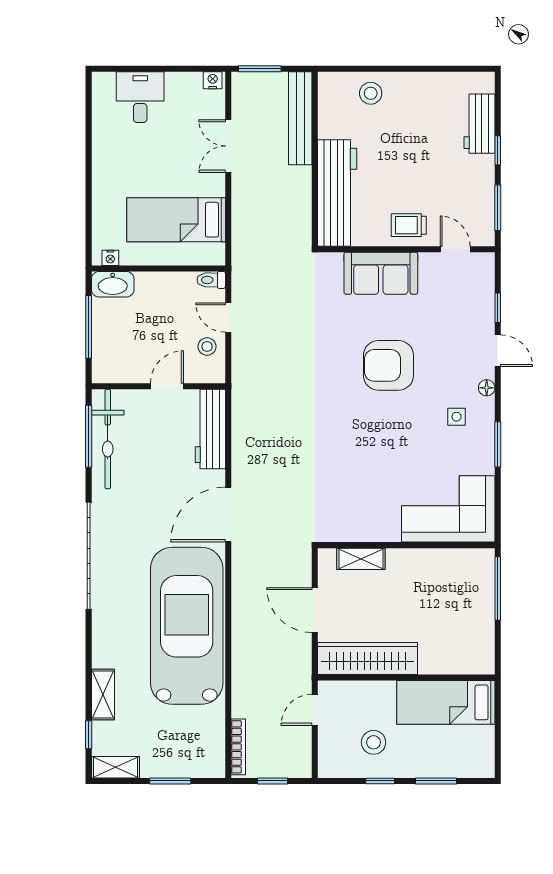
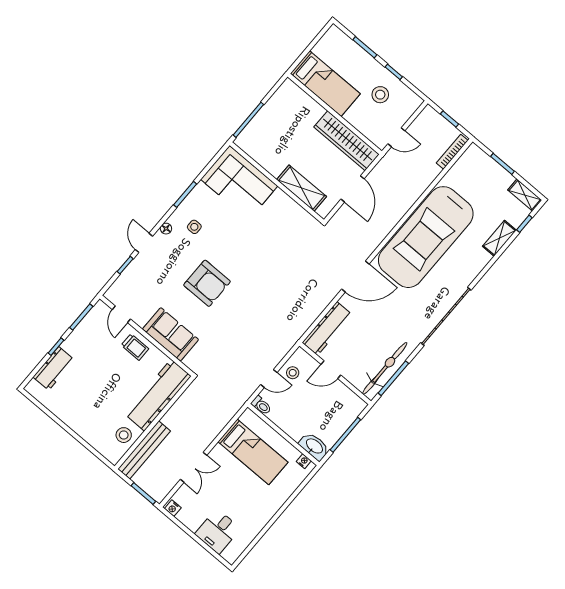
stool: (371, 93) -> (124, 435), moved
door: (228, 317) -> (269, 378), hinge flipped
shelving: (361, 559) -> (302, 188), width x1.50, depth x1.33

